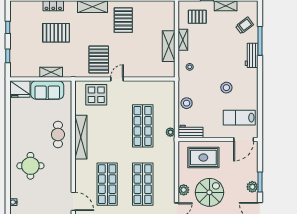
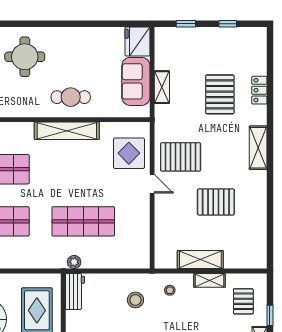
pallet: (123, 20) -> (216, 202), moved
stool: (187, 103) -> (135, 300), moved

